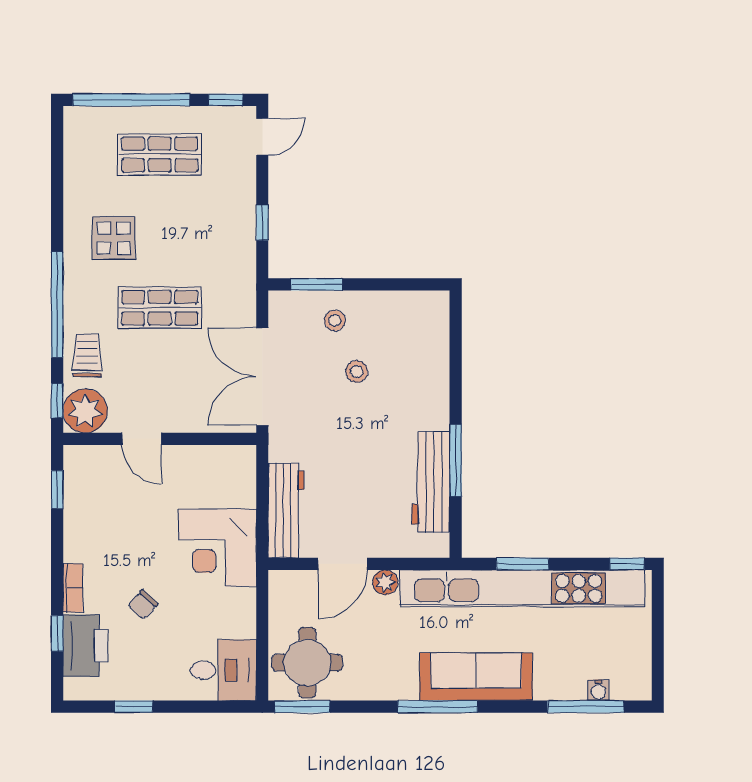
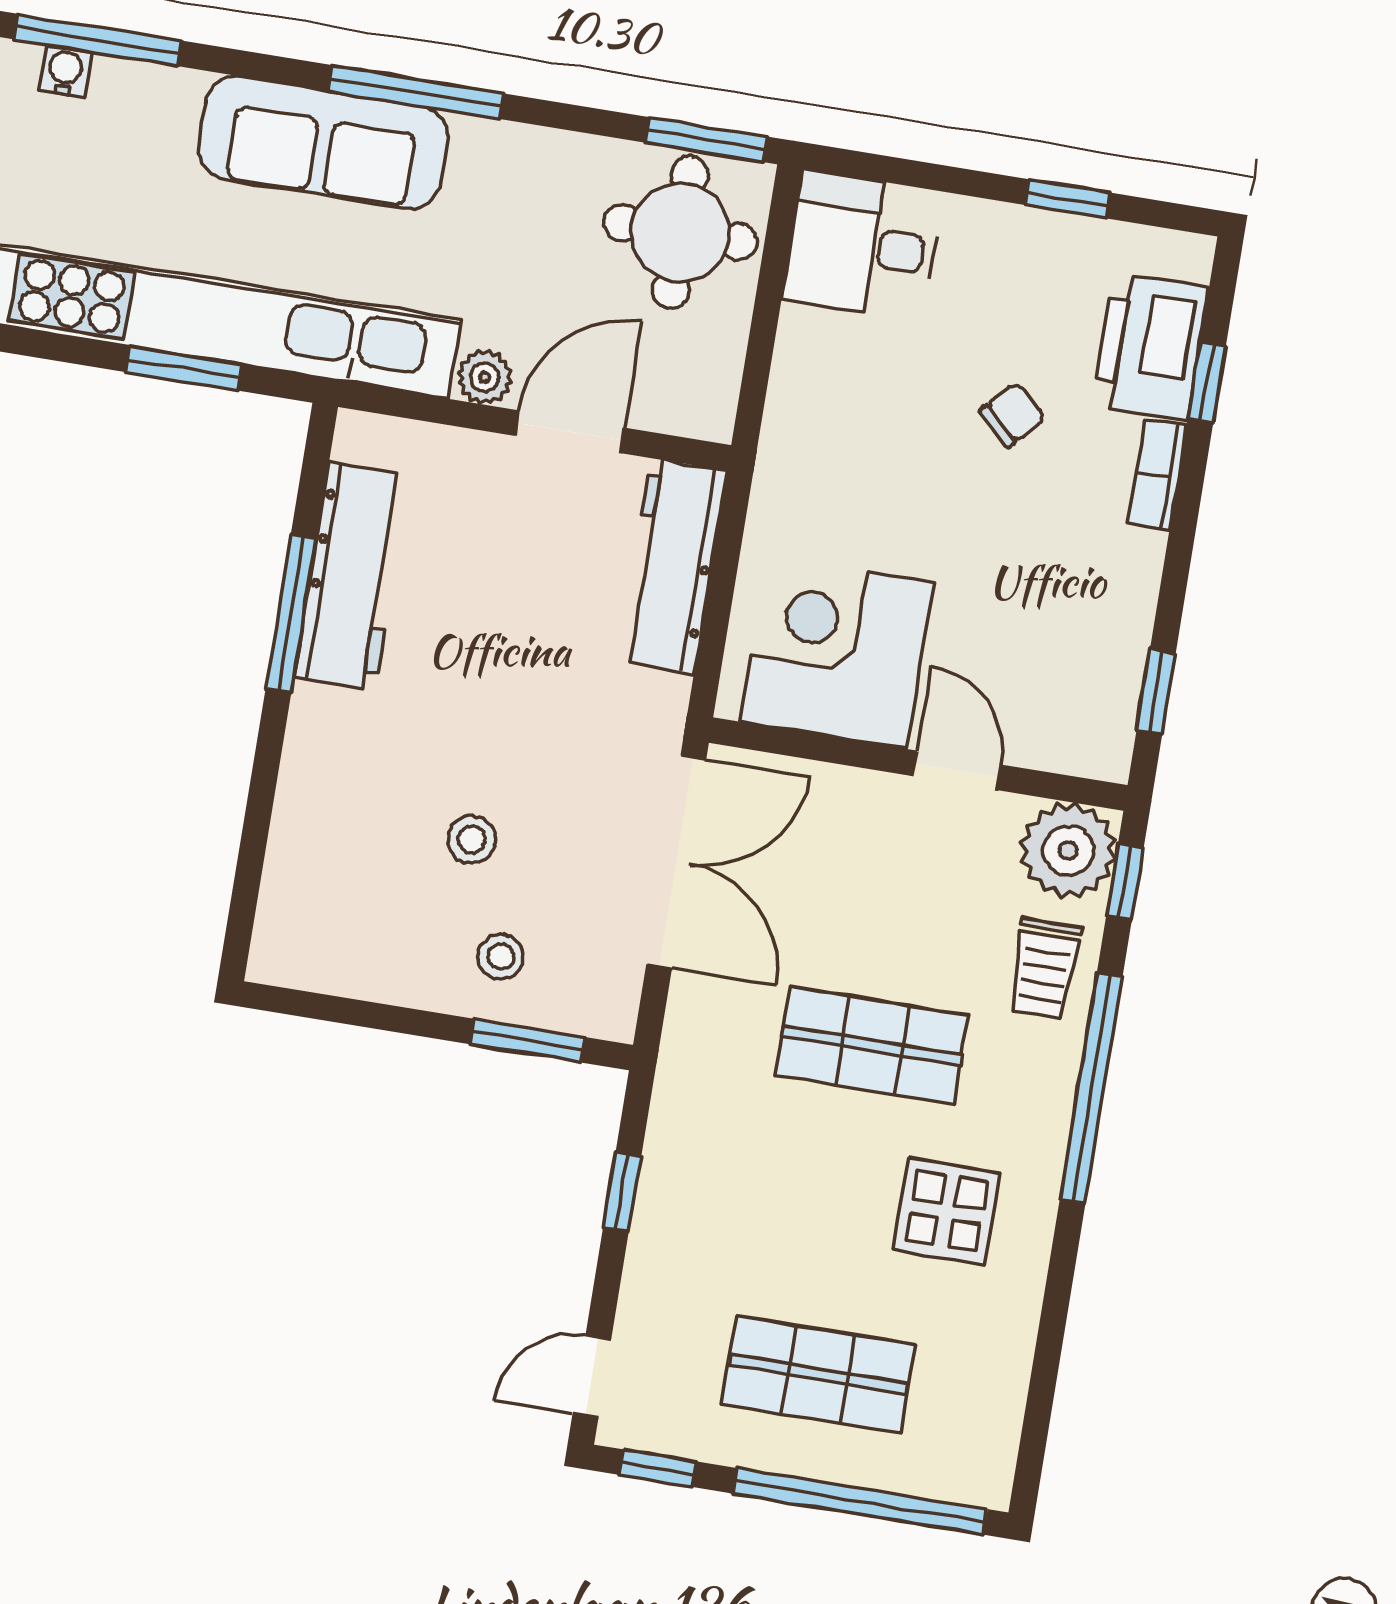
corner desk: (217, 548) -> (837, 652), moved, turned -90

